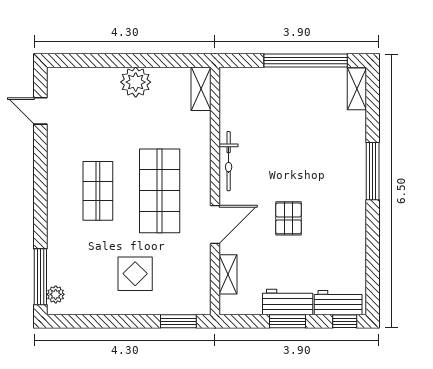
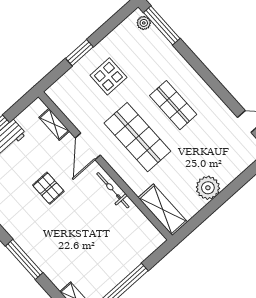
shelving: (201, 89) -> (163, 210), width x1.50, depth x1.33
window: (178, 321) -> (79, 53), moved

